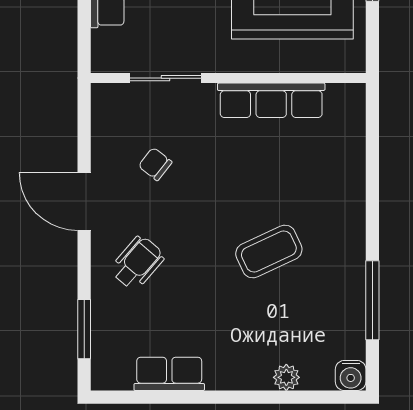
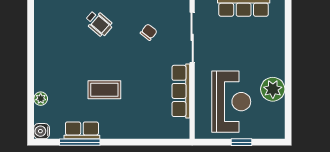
sliding door: (165, 78) -> (192, 37), width x1.37
coffee table: (269, 251) -> (104, 90), turned -65
row of seats: (169, 374) -> (82, 130), moved, turned -90

